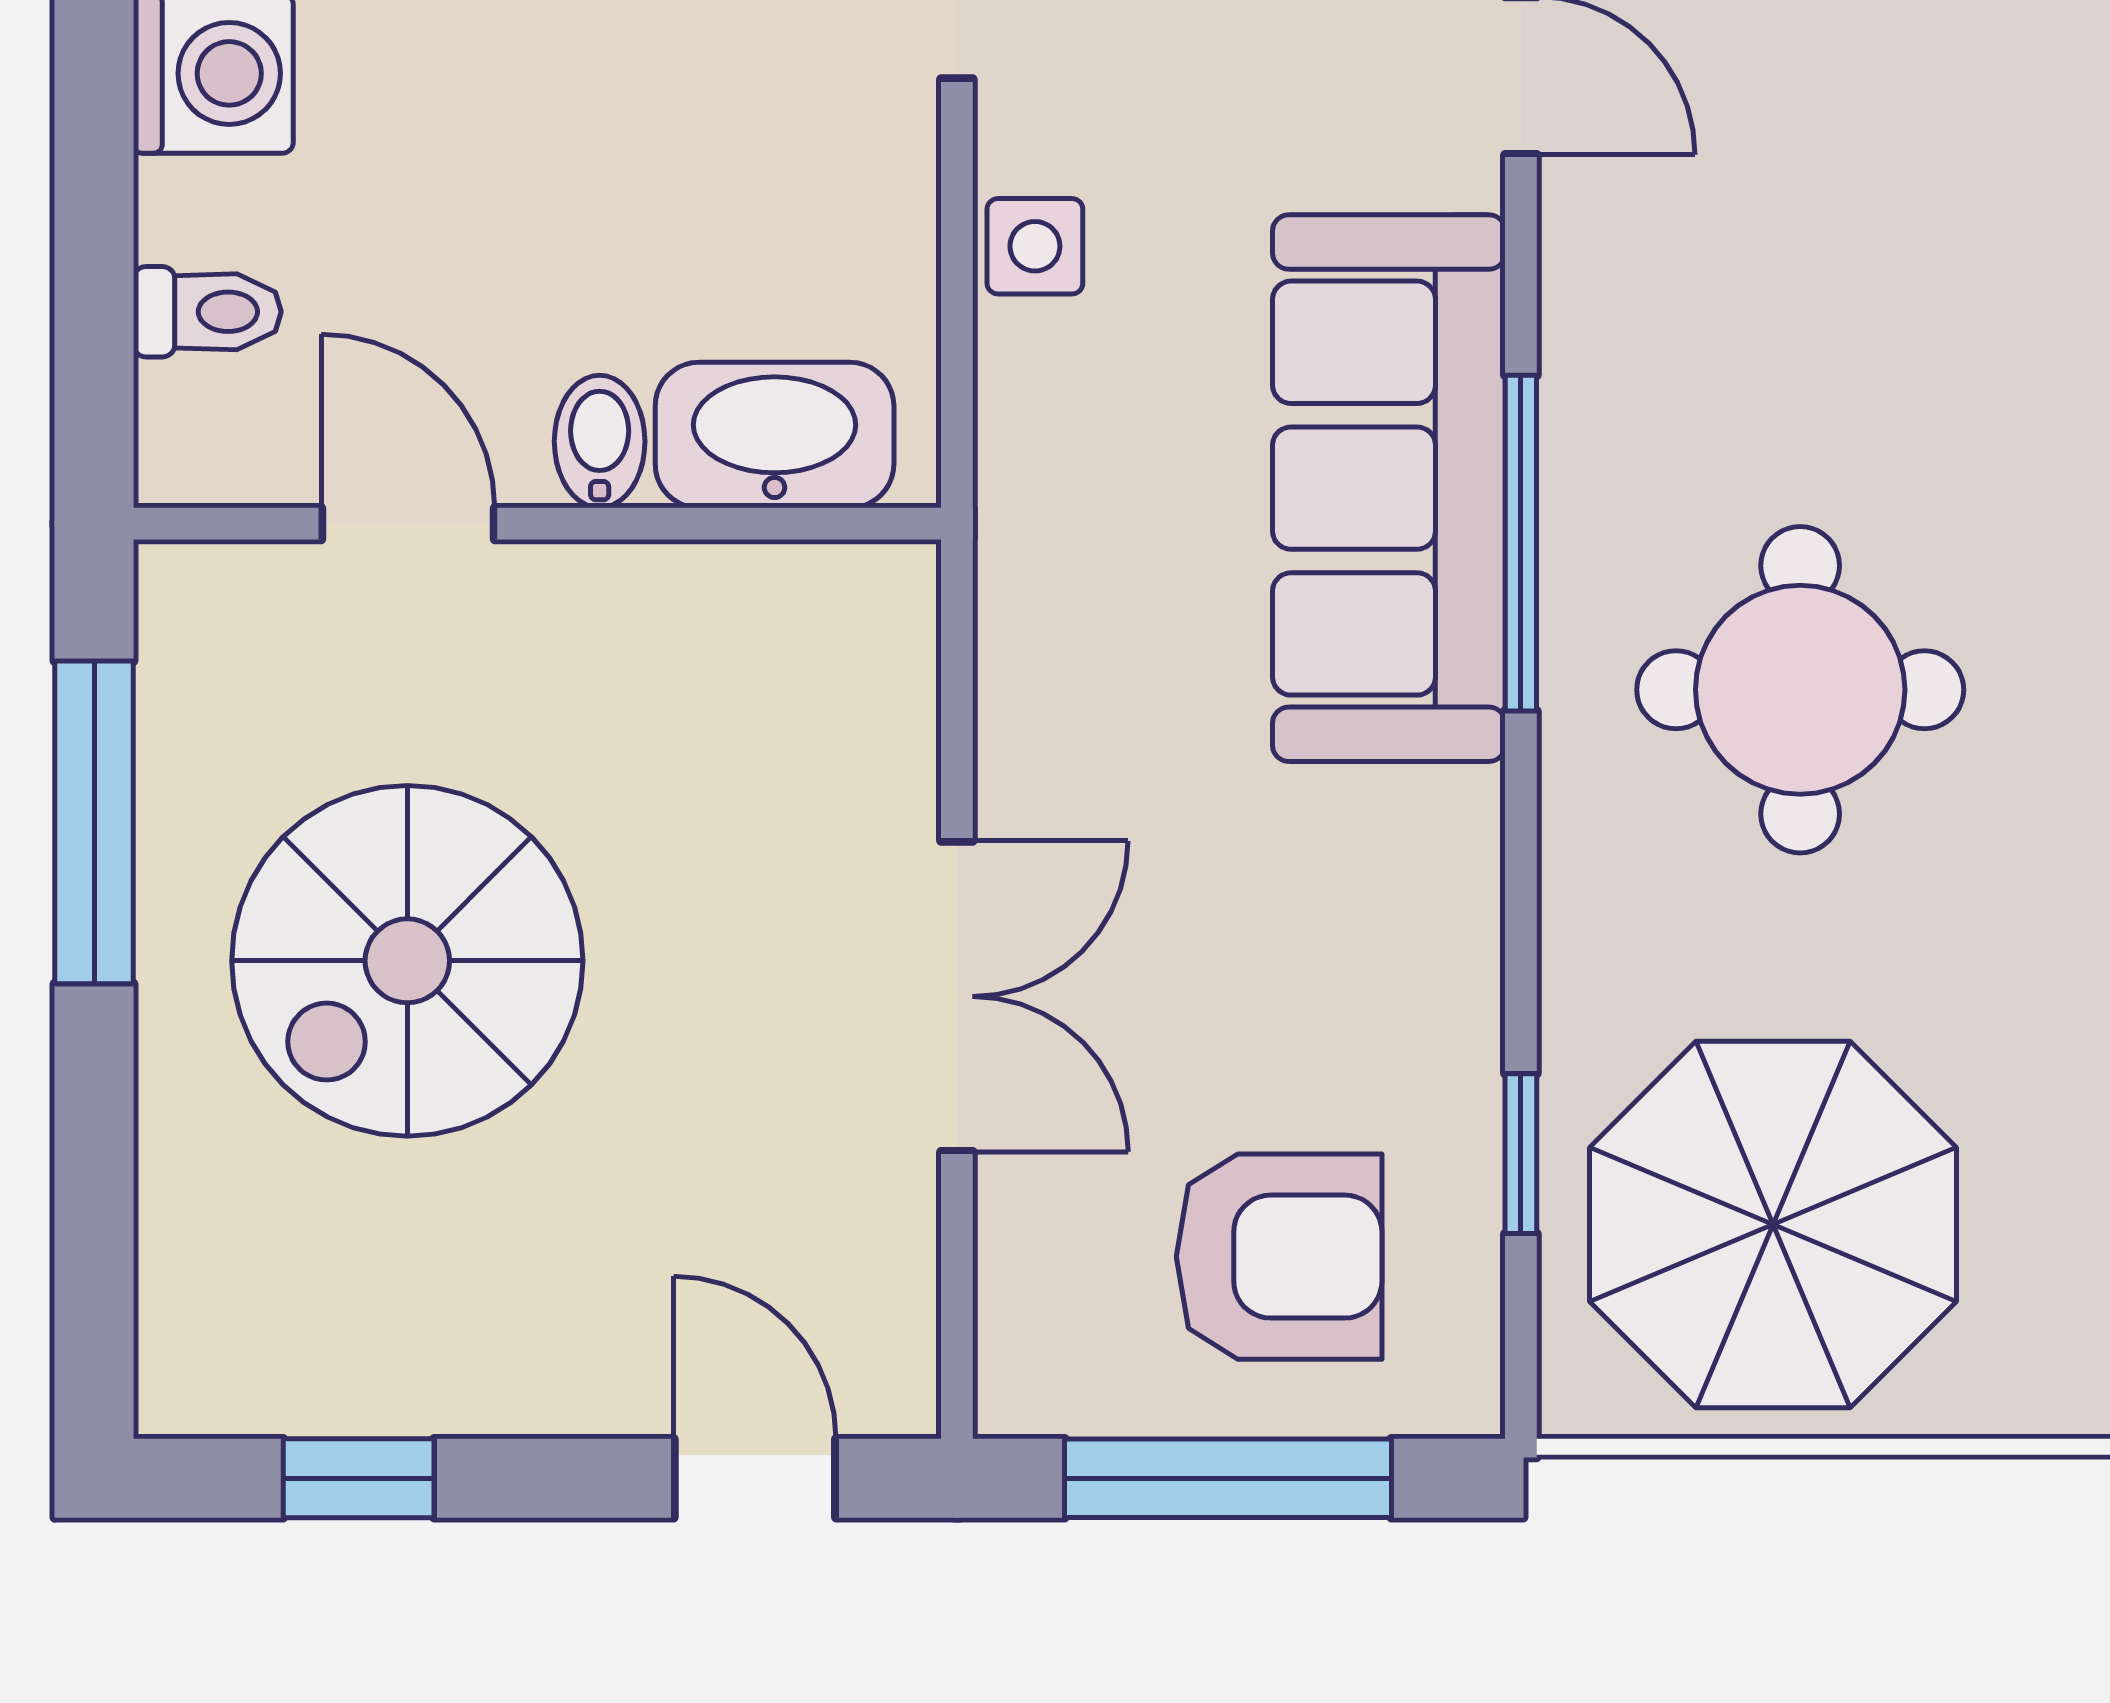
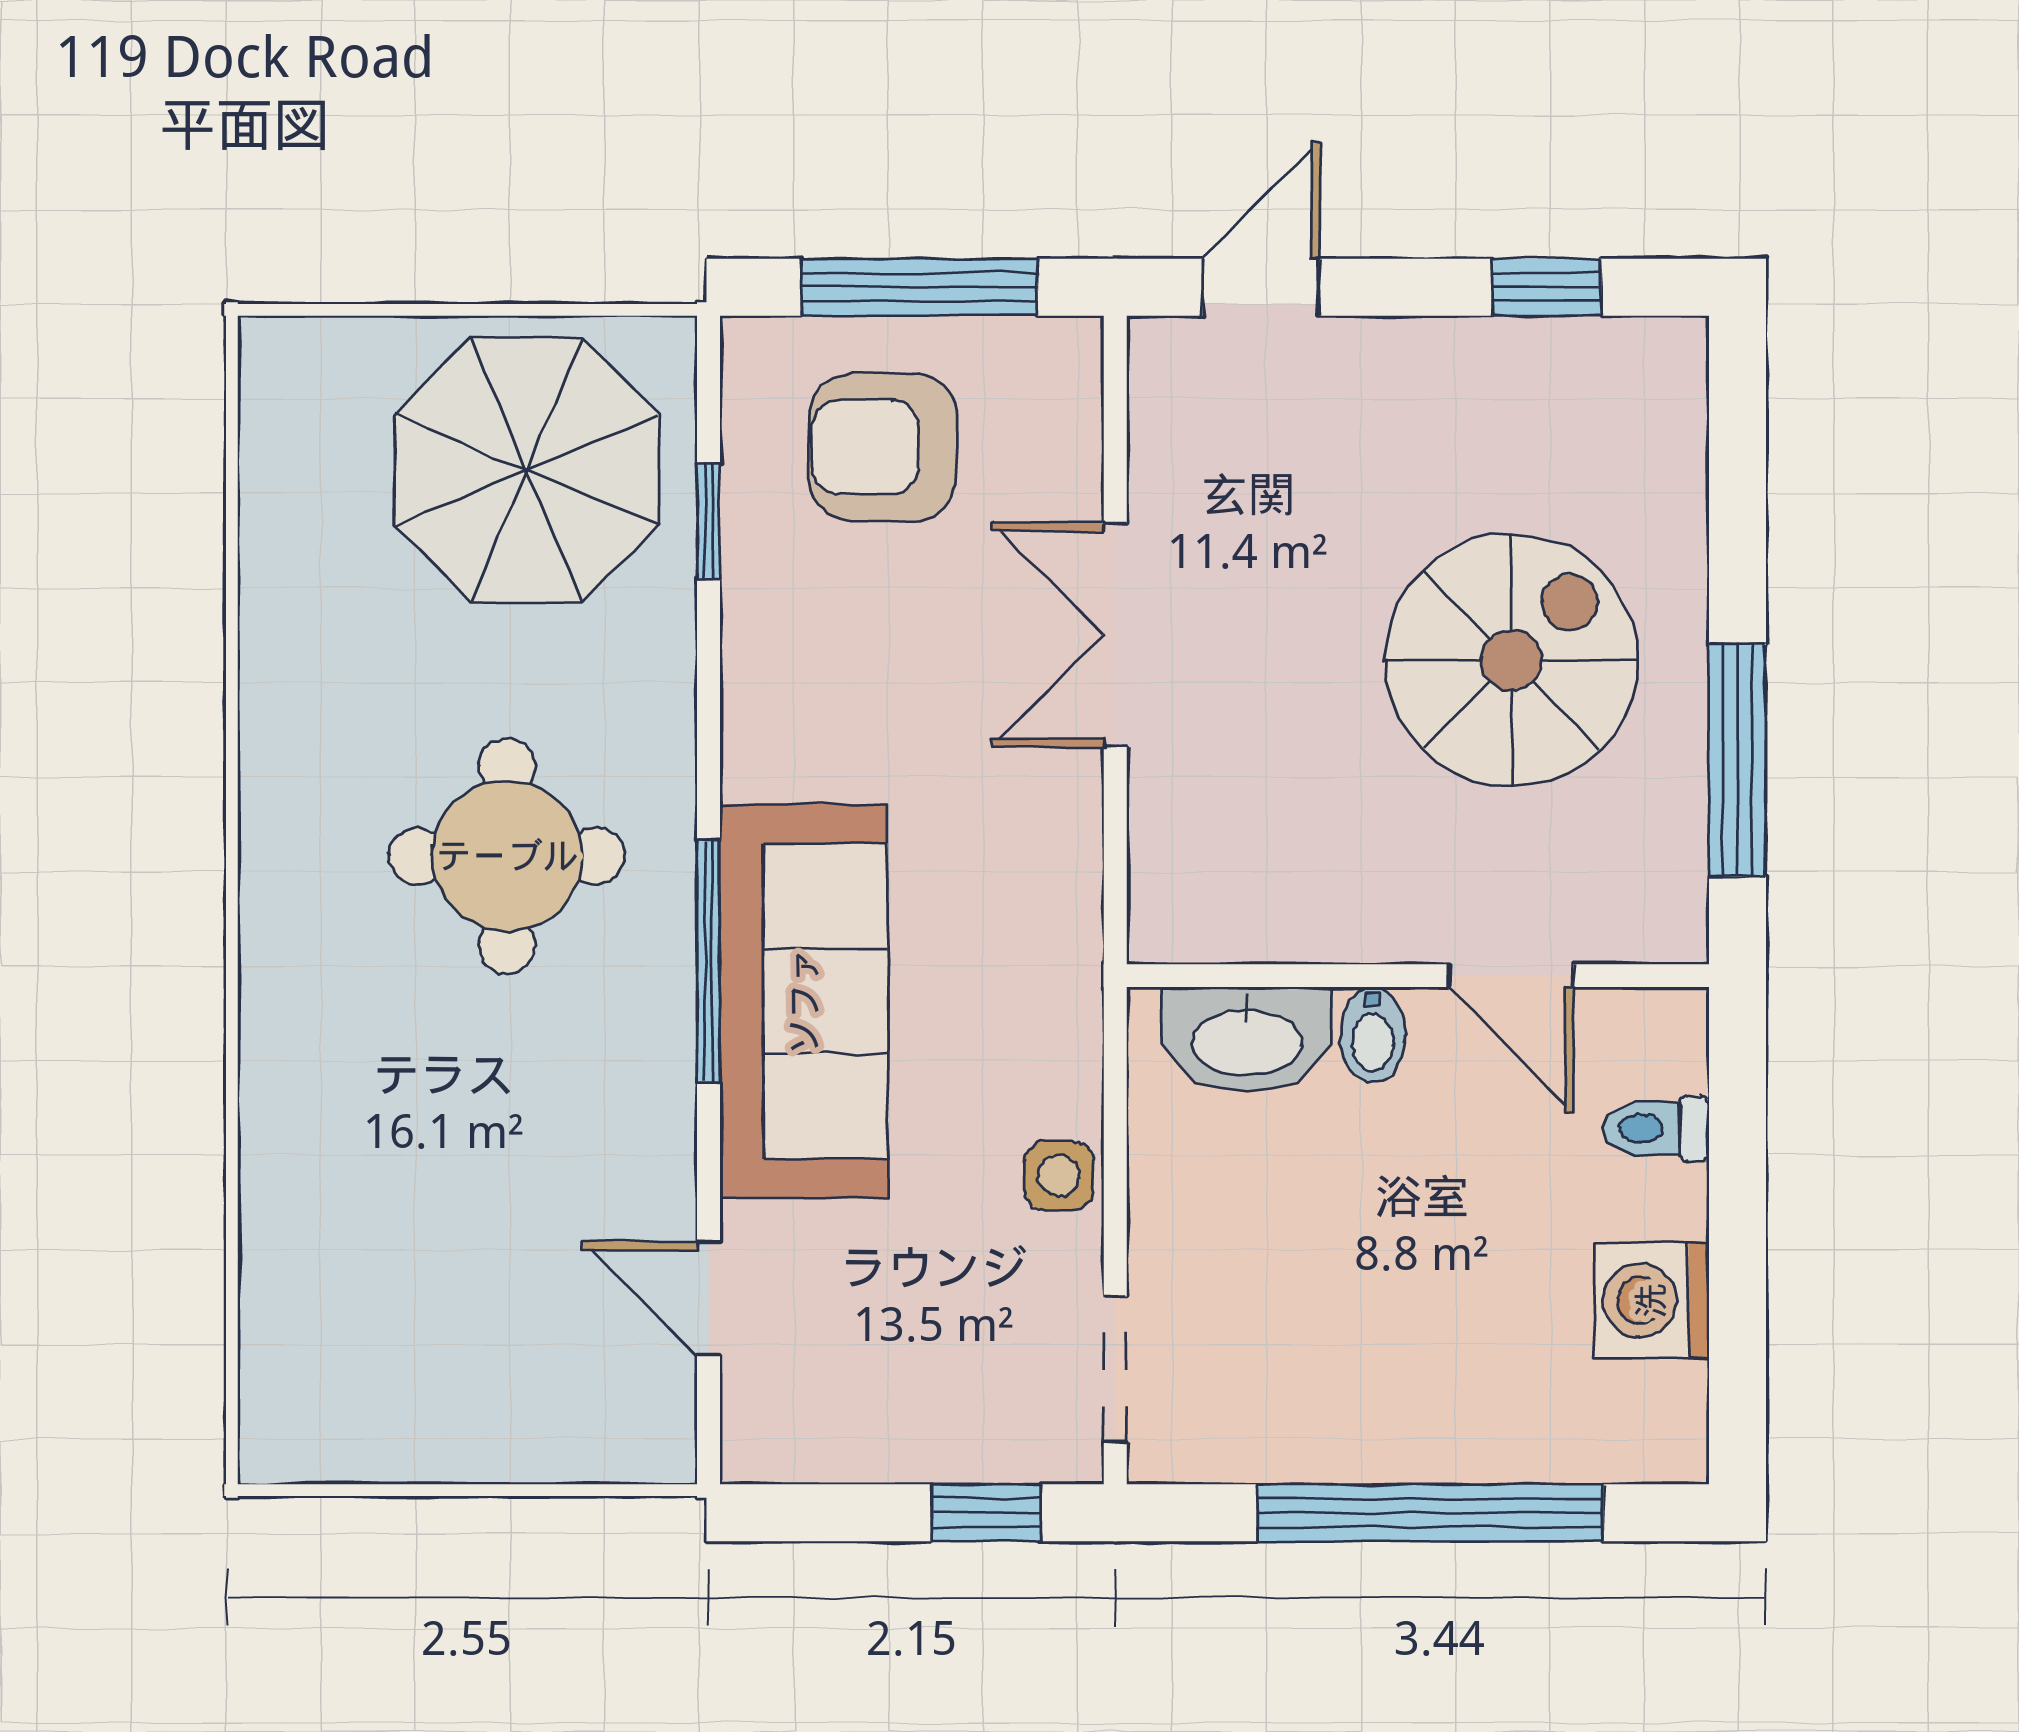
door: (755, 1478) -> (1261, 287), swing flipped

